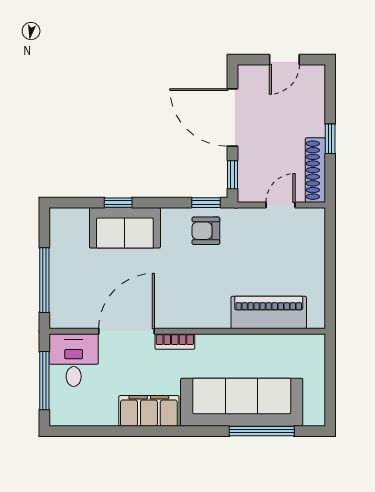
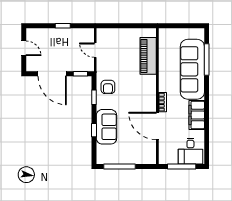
door: (233, 117) -> (52, 74), hinge flipped
shoe rack: (315, 170) -> (78, 33), removed
window: (206, 203) -> (94, 97), moved
window: (44, 280) -> (120, 166), moved
desk: (74, 360) -> (190, 151), moved, turned -90

